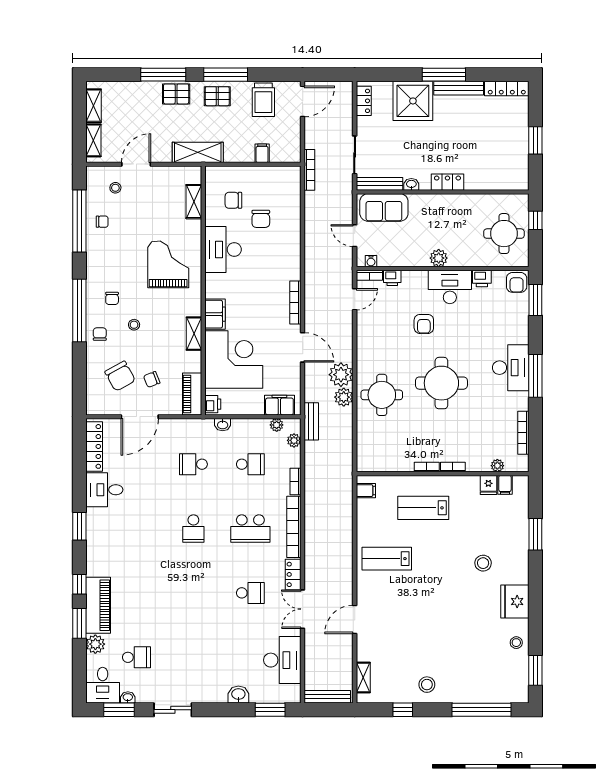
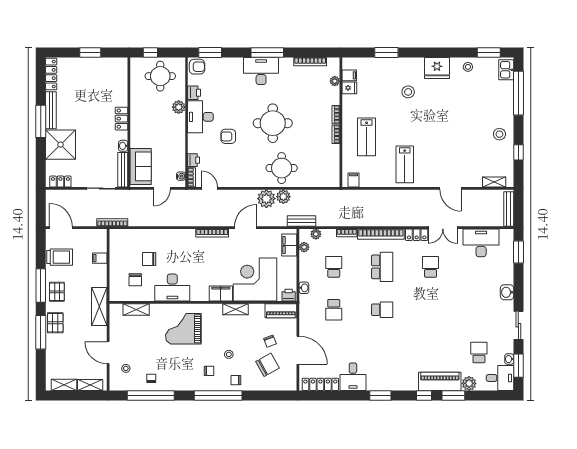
chair: (261, 219) -> (149, 259), turned 180
plant: (439, 258) -> (179, 107), moved
armchair: (424, 324) -> (228, 136), turned 180
kitchen sink: (512, 694) -> (506, 70), added
washbasin: (238, 695) -> (507, 292), moved

